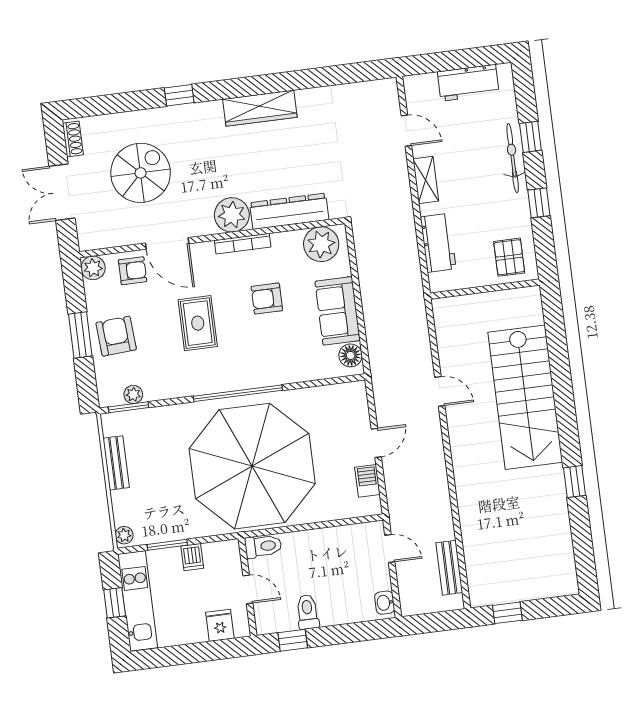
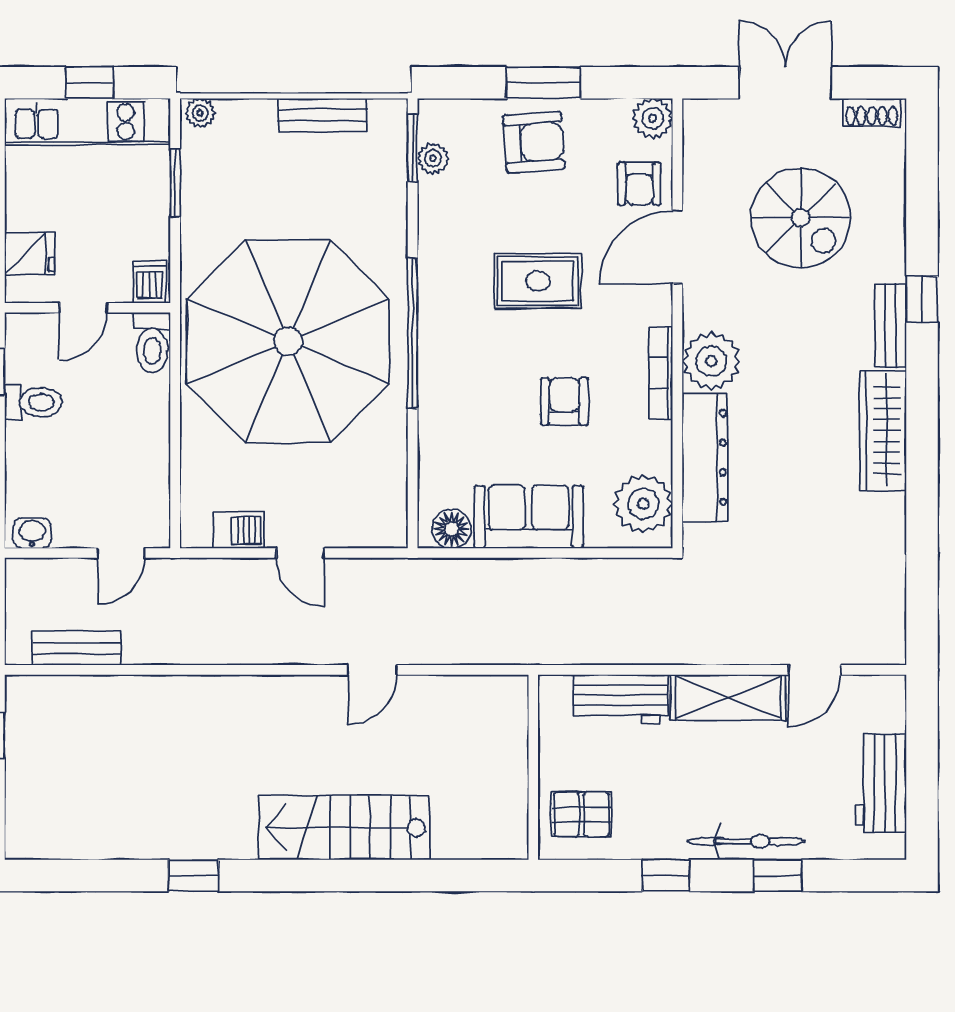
bench: (197, 112) -> (890, 326), added
shelving: (426, 180) -> (728, 697), width x1.50, depth x1.33
stairs: (525, 397) -> (345, 828), width x0.73, depth x0.66
dishwasher: (192, 557) -> (149, 282), moved, turned 90

